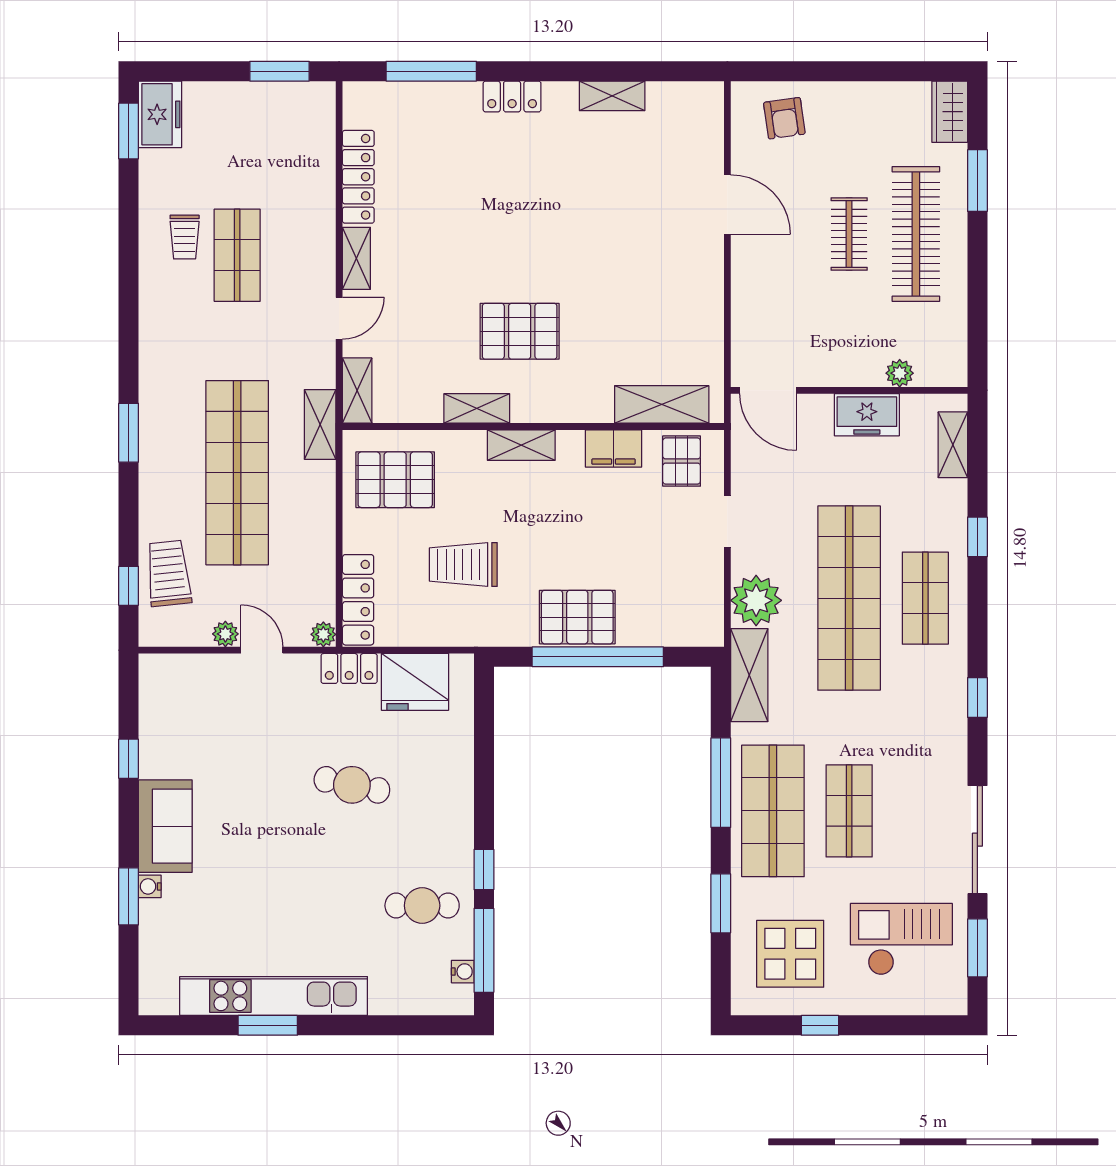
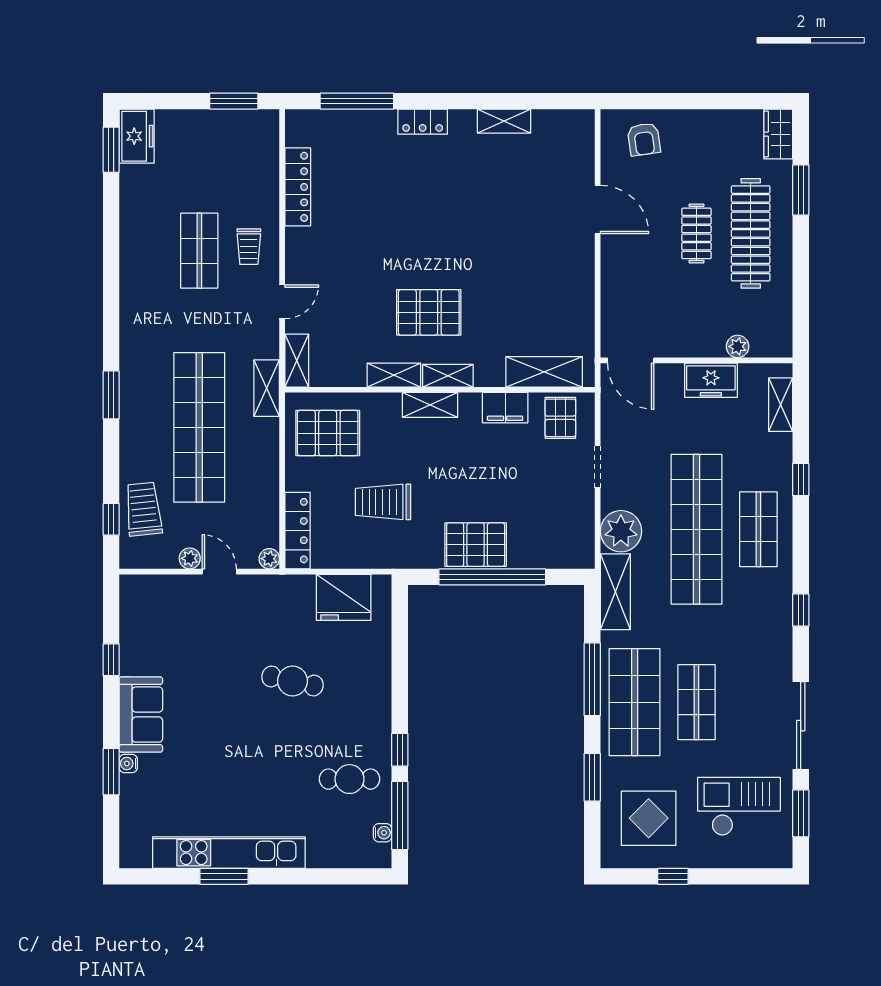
trolley: (185, 237) -> (249, 247), moved
shelving: (356, 258) -> (448, 376), moved, turned 90
locker: (349, 668) -> (290, 586), removed

